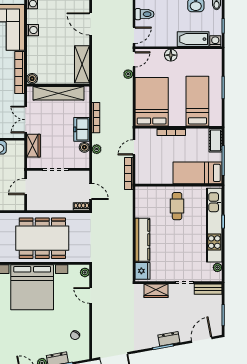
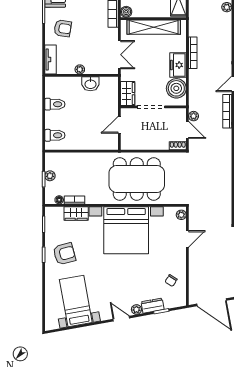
double door: (26, 120) -> (119, 55), swing flipped
wardrobe: (34, 146) -> (128, 94), moved
boiler: (84, 147) -> (176, 88), width x1.86, depth x1.86
plant: (97, 149) -> (194, 116), moved
door: (91, 295) -> (187, 239), swing flipped

